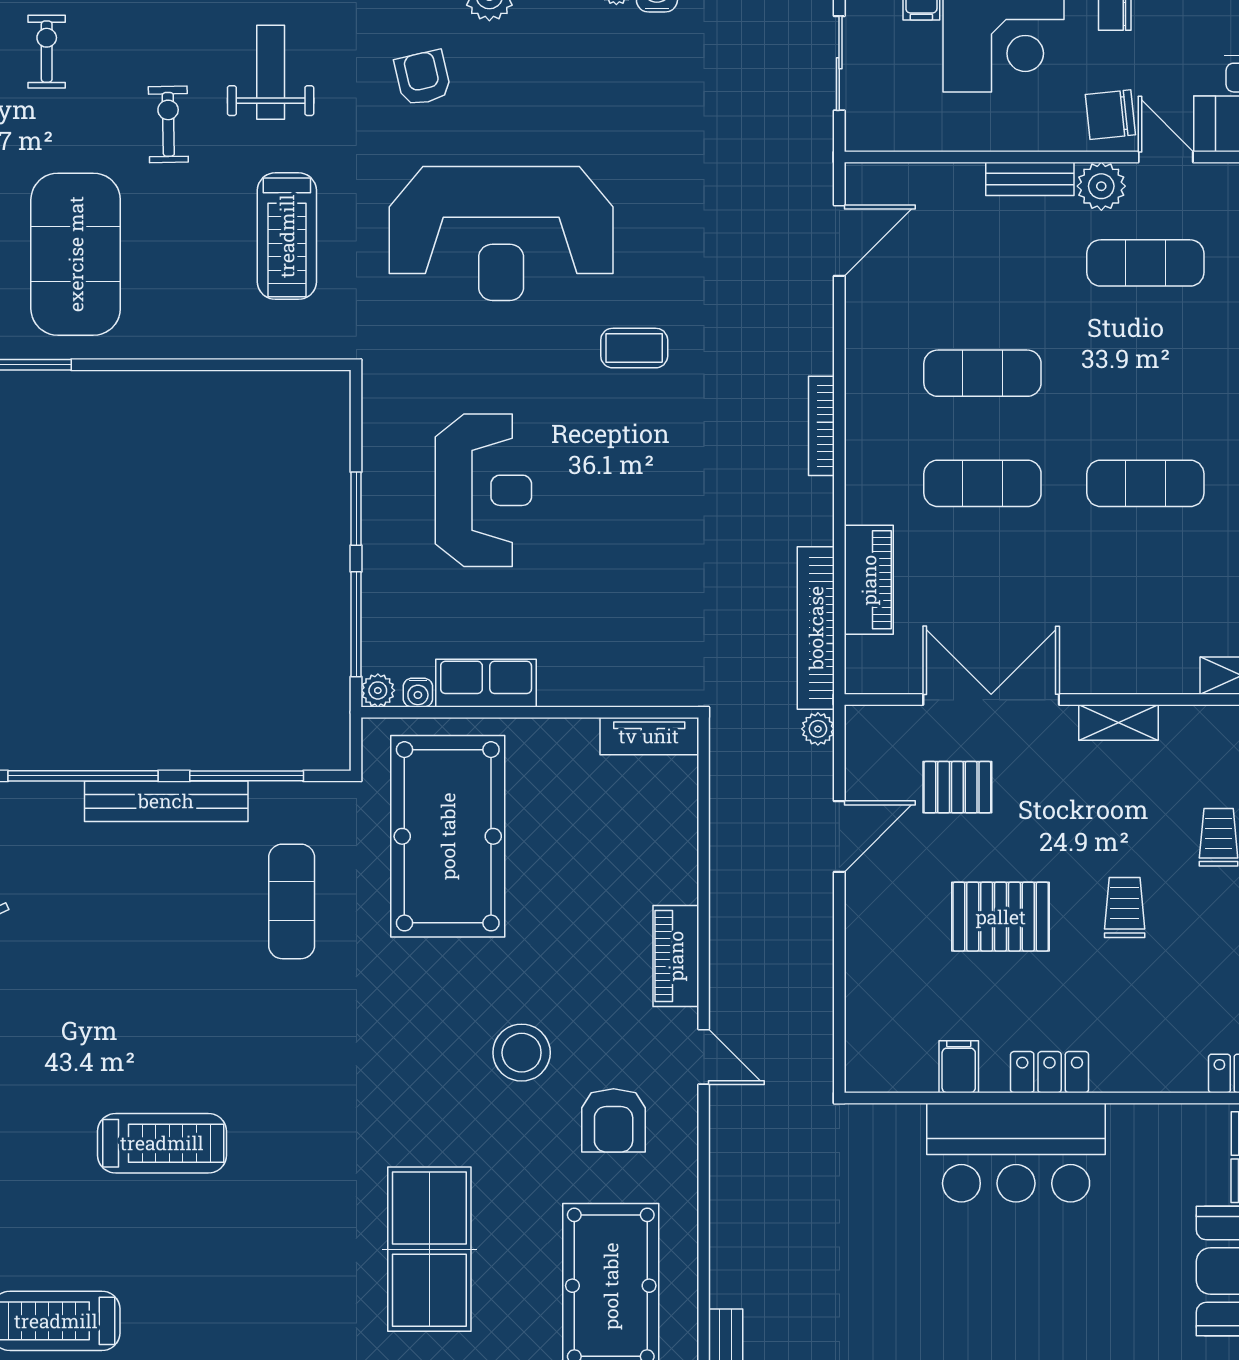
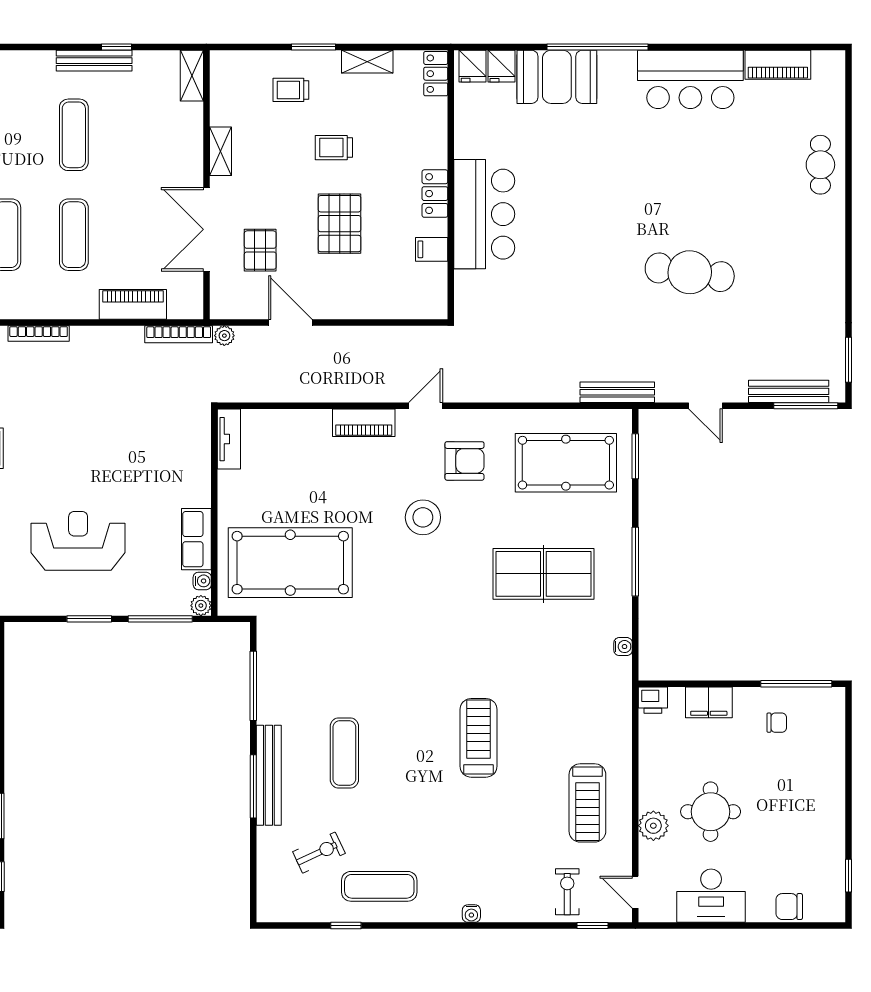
bookcase: (816, 628) -> (179, 334), width x0.68, depth x0.76
window: (83, 776) -> (253, 786), width x0.68
bench: (166, 801) -> (269, 775), moved
exercise mat: (292, 901) -> (344, 753), moved, turned 90

